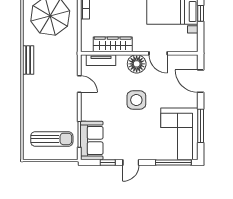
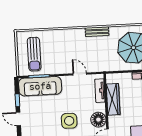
door: (79, 84) -> (80, 74), swing flipped
sofa: (92, 140) -> (40, 86), width x1.36

